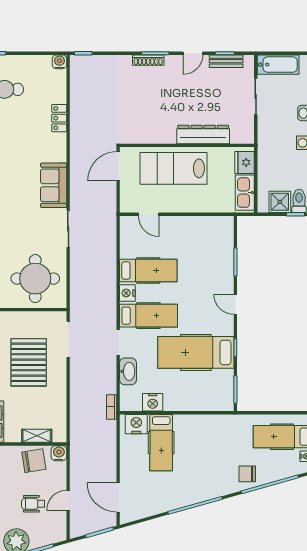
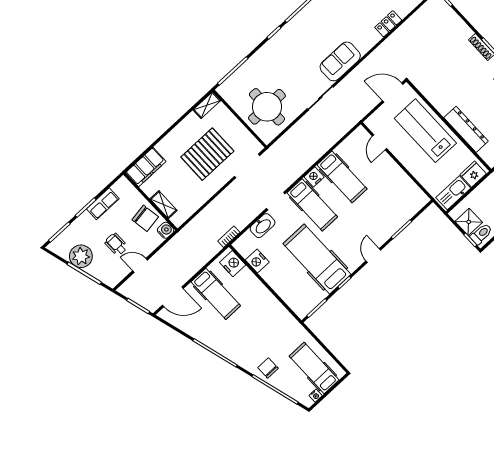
hospital bed: (161, 443) -> (216, 294), moved, turned -90
door: (118, 497) -> (173, 297), swing flipped

